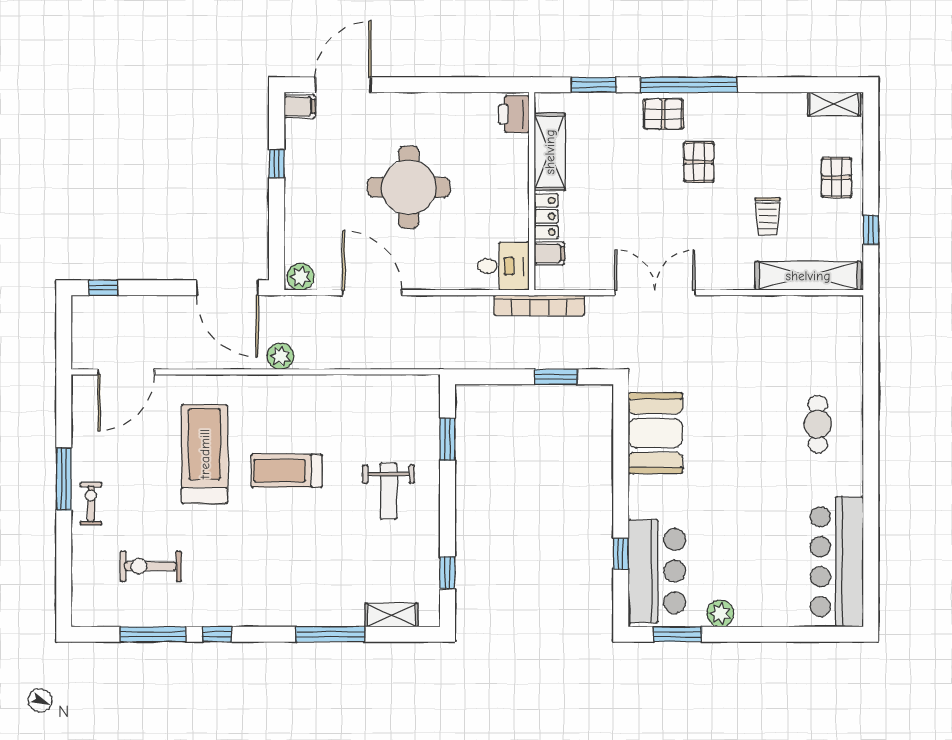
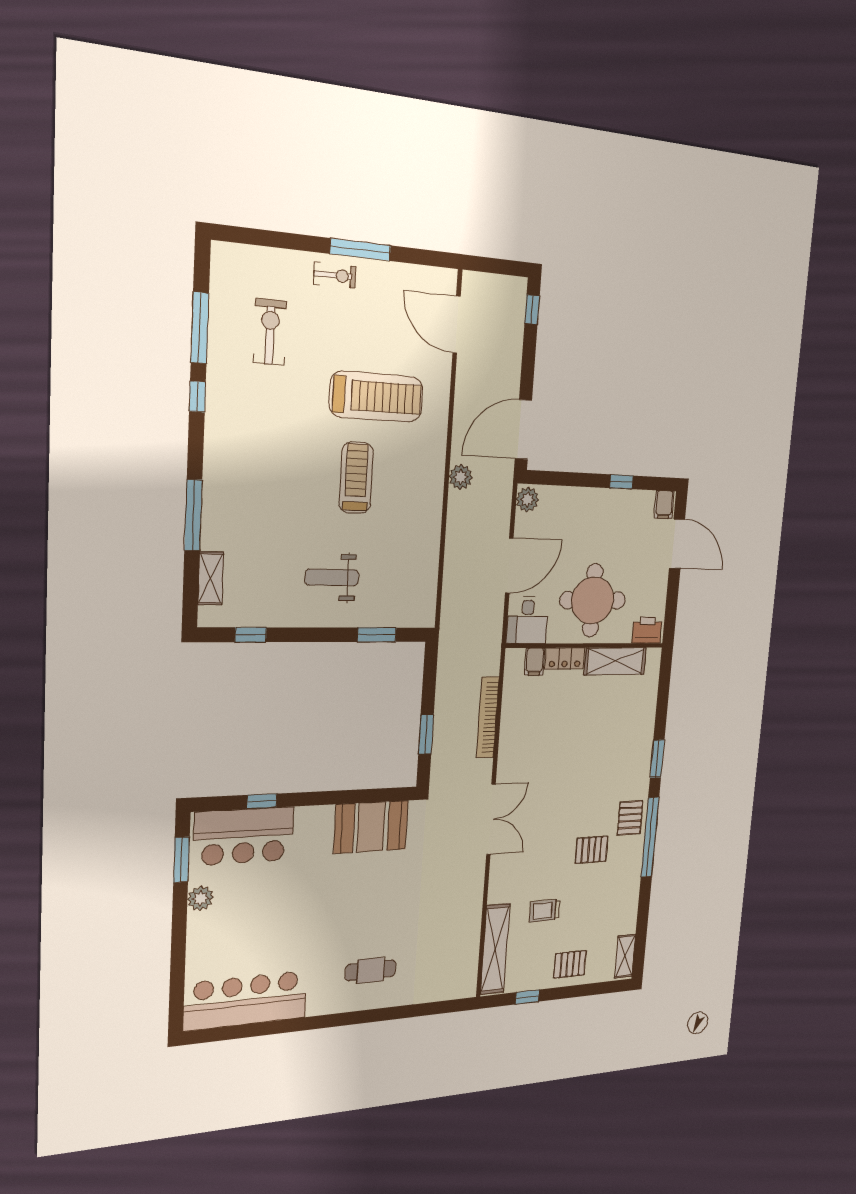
printer: (514, 114) -> (647, 630), moved
shelving: (550, 152) -> (615, 661), moved
wall: (532, 191) -> (586, 646), moved
locker: (546, 216) -> (565, 659), moved
filing cabinet: (549, 253) -> (535, 662), moved
desk: (503, 266) -> (527, 620), moved

